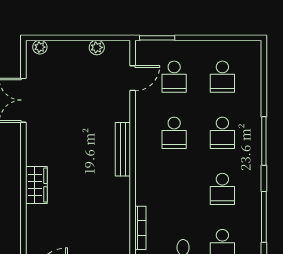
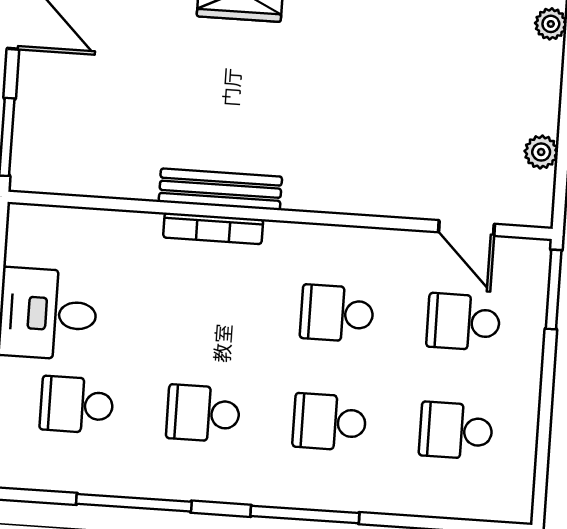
bench: (123, 149) -> (220, 189), moved
bookcase: (140, 228) -> (213, 228), moved

